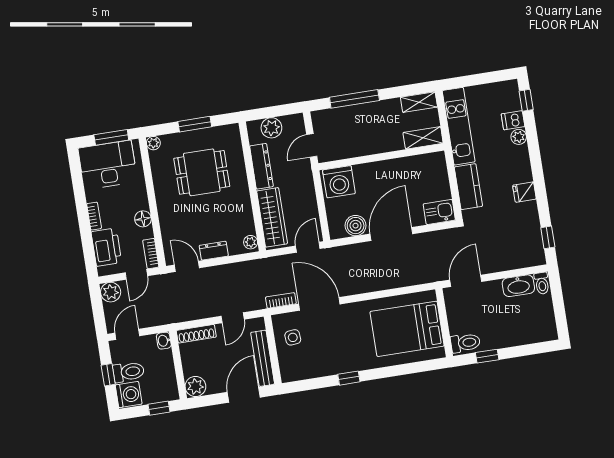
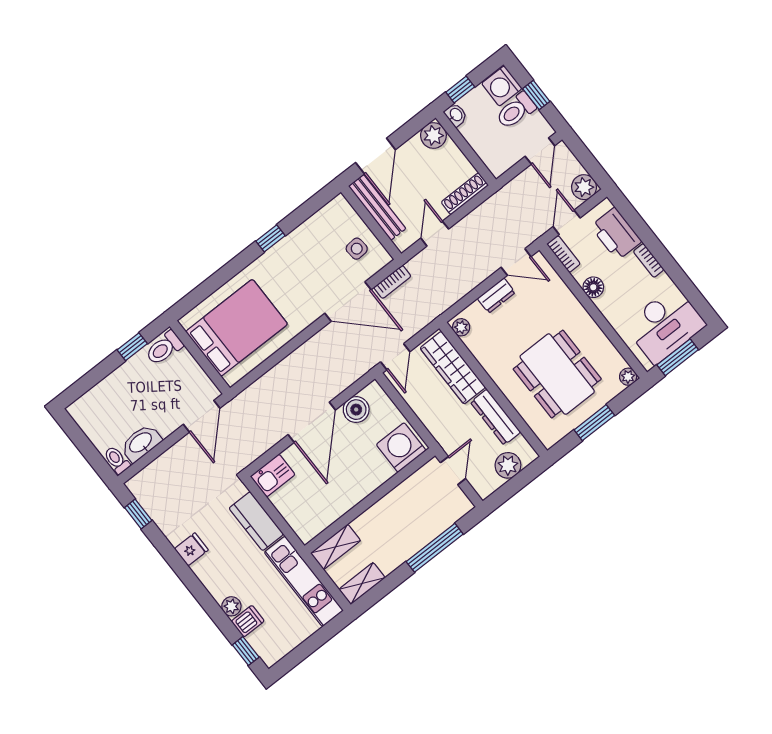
dining table: (202, 172) -> (557, 374), width x1.37
washbasin: (164, 341) -> (456, 115), moved

